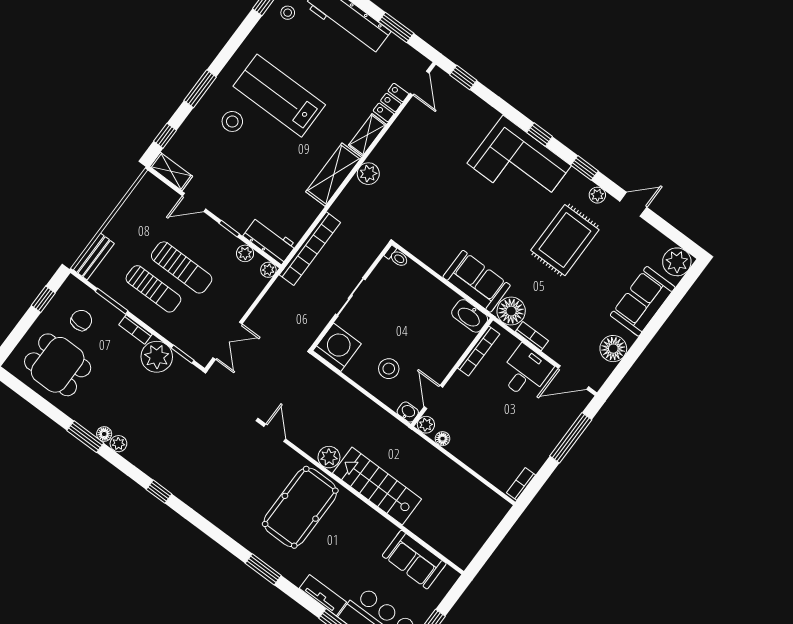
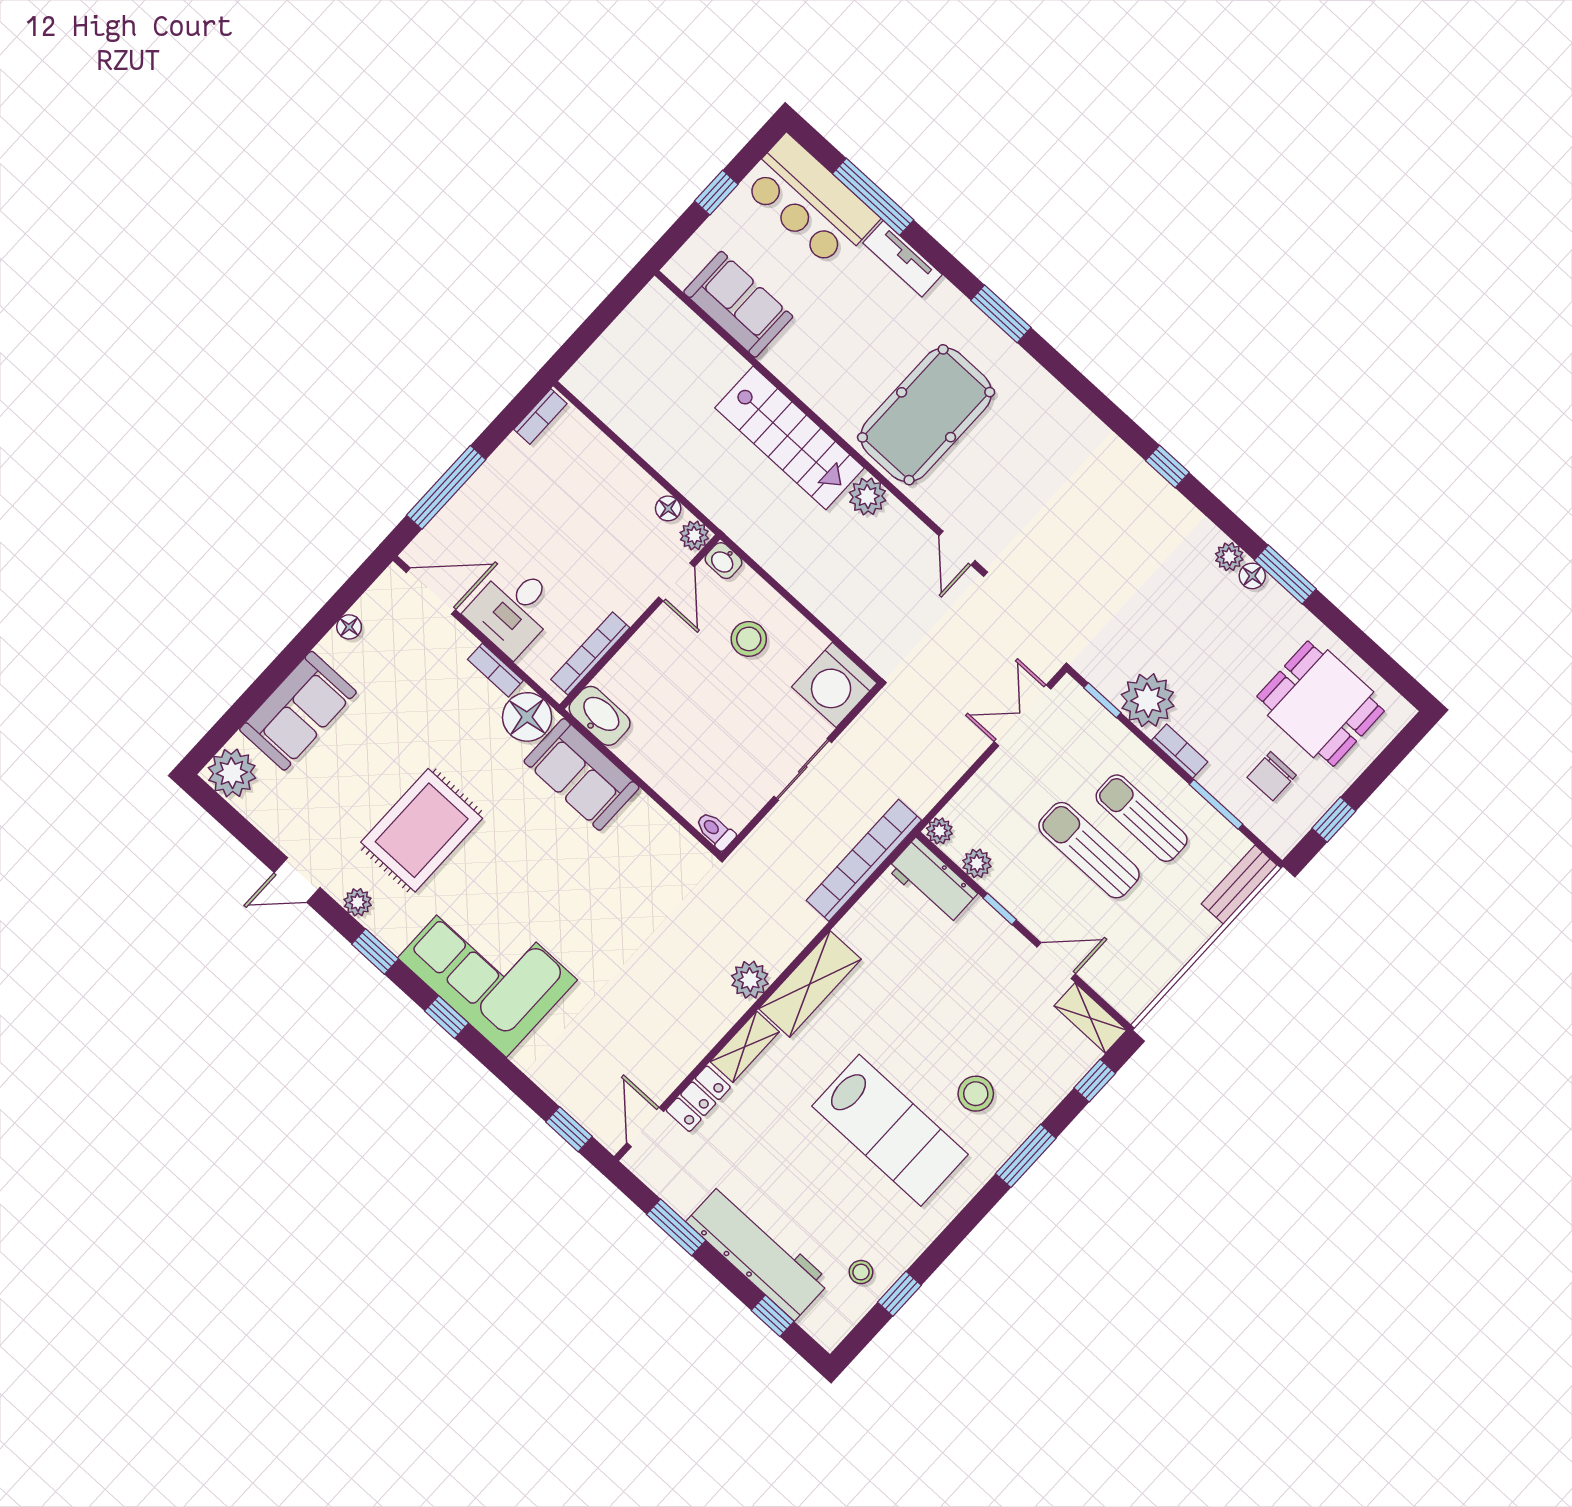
floor lamp: (613, 349) -> (349, 627), width x0.53, depth x0.53

